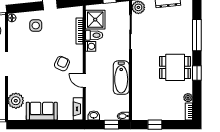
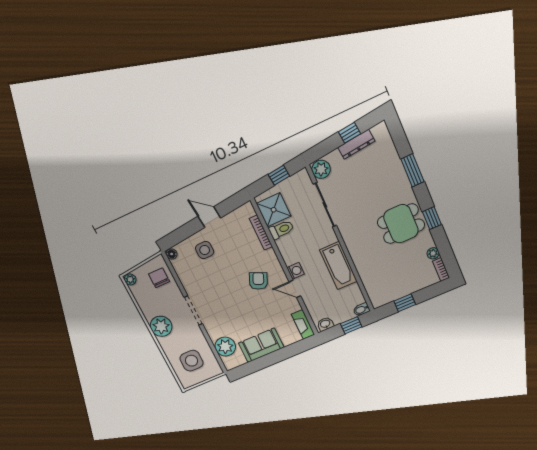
window: (197, 35) -> (412, 170), width x0.69
washing machine: (91, 46) -> (296, 271), moved

